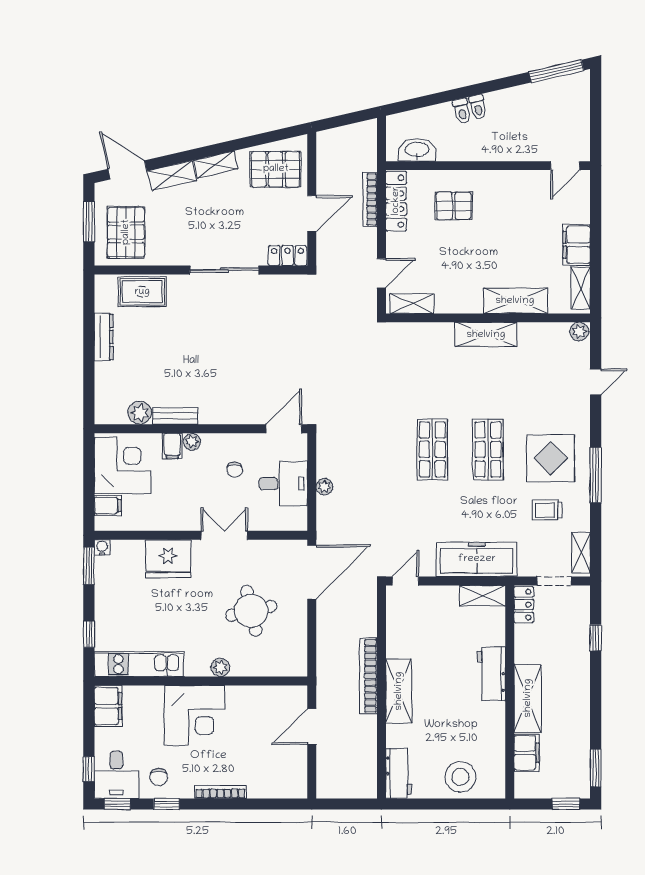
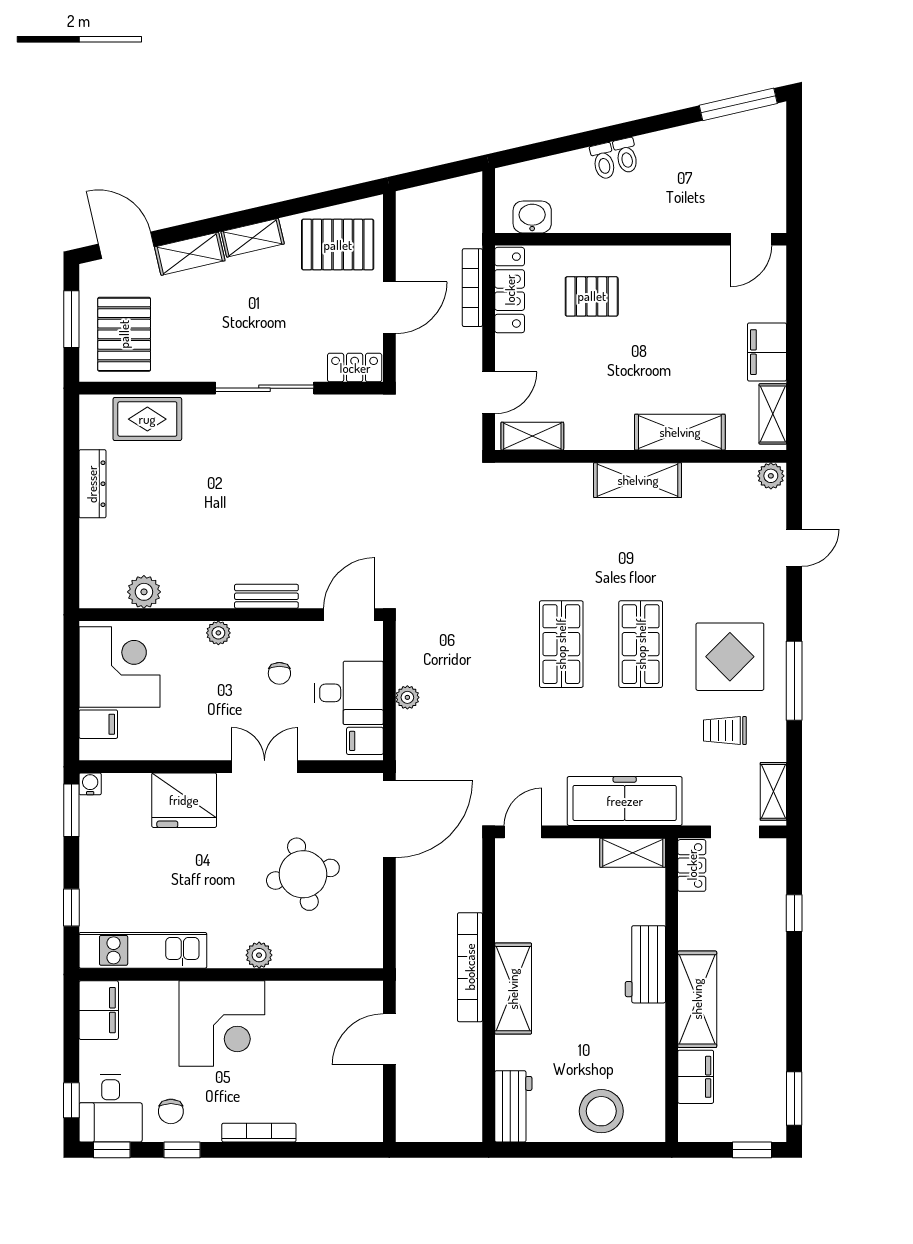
washbasin: (417, 150) -> (532, 217), width x0.72
bench: (175, 416) -> (266, 596), moved
filing cabinet: (172, 446) -> (365, 741), moved, turned 90

